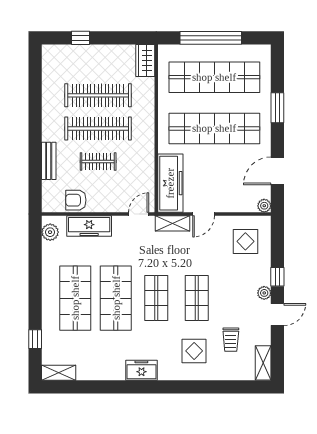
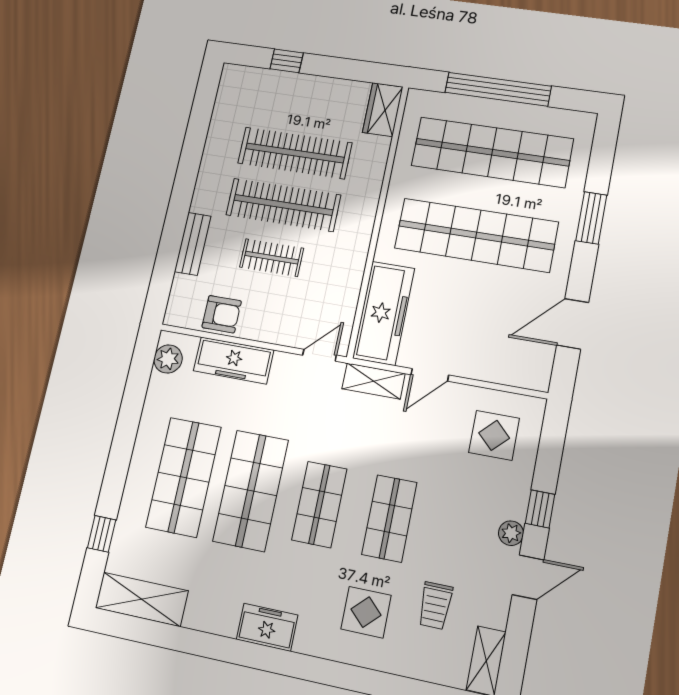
armchair: (76, 200) -> (222, 314), turned 180
plant: (264, 206) -> (539, 379), removed
shelving: (59, 373) -> (142, 599), width x1.50, depth x1.33

